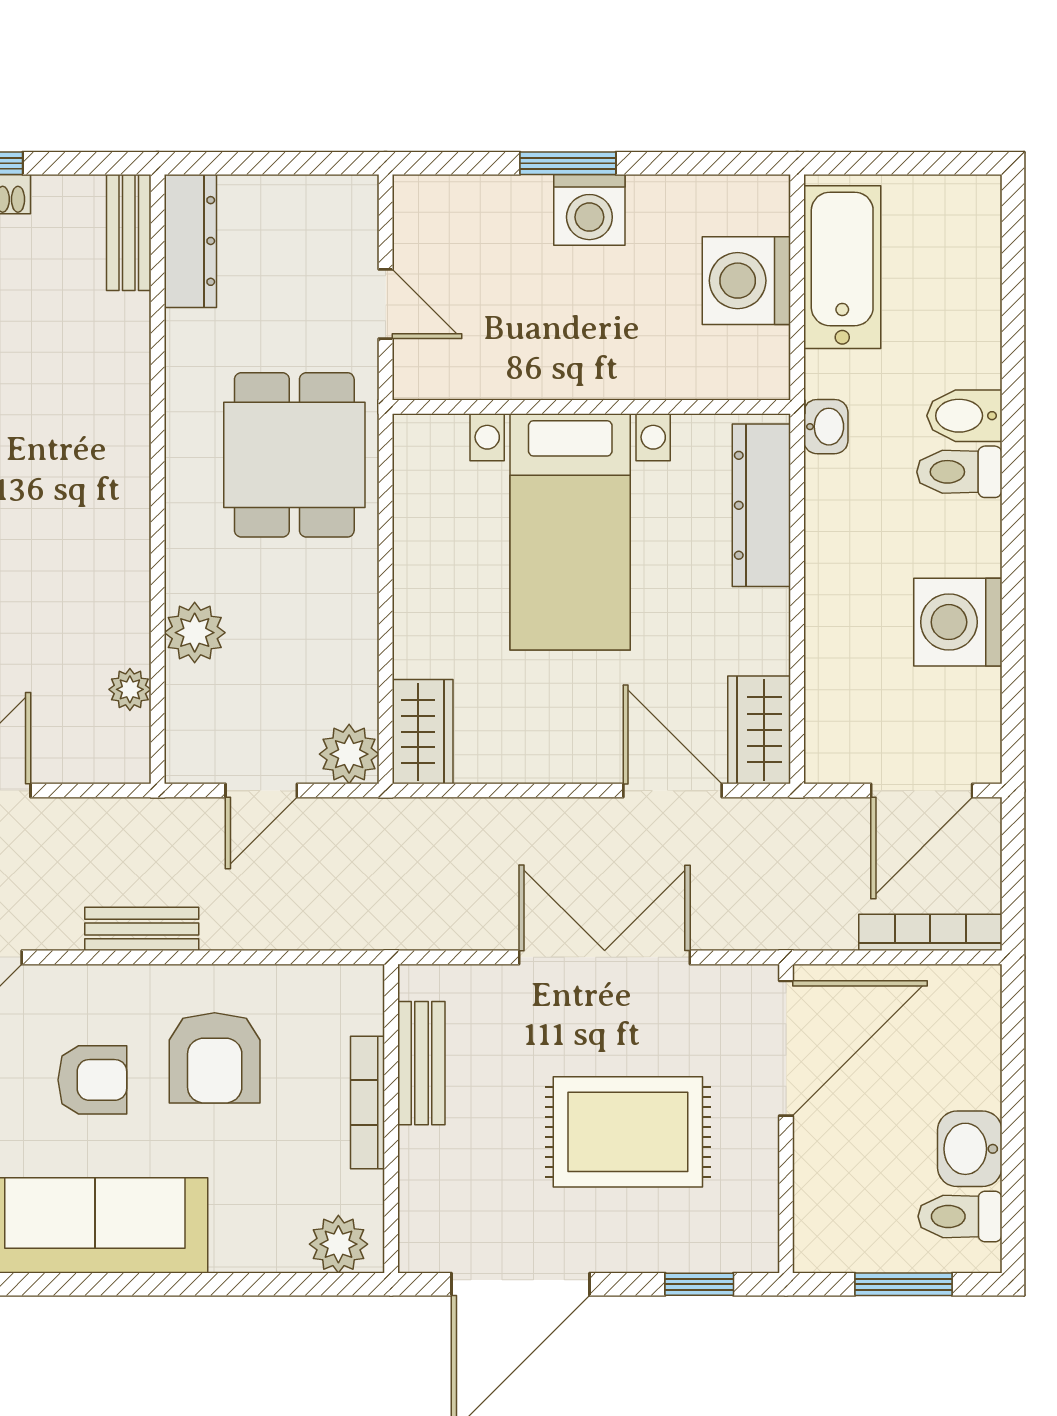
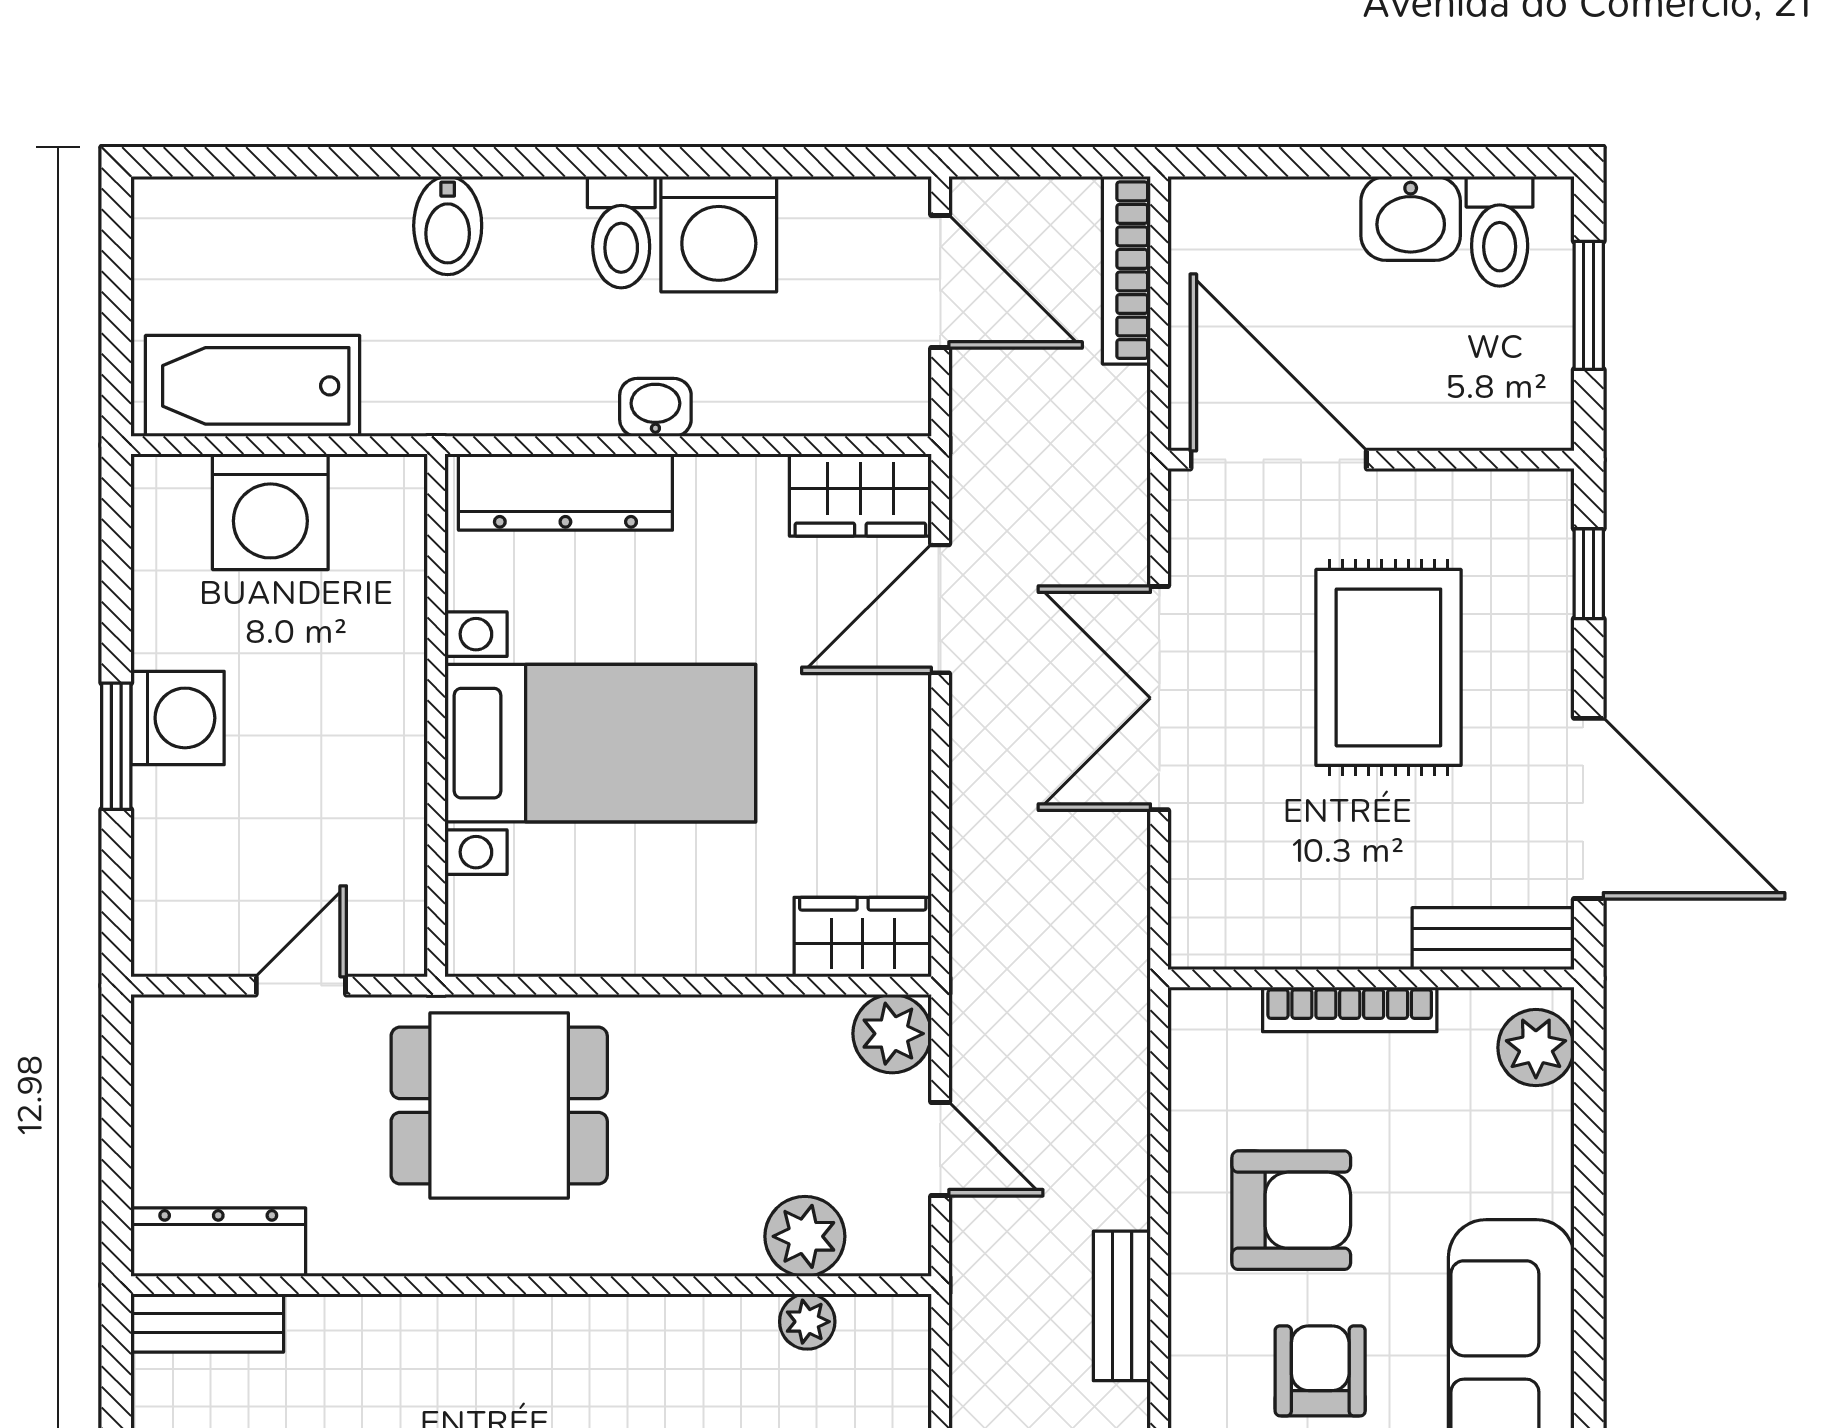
washbasin: (826, 427) -> (655, 407), moved
toilet: (959, 472) -> (621, 232), moved
plant: (195, 633) -> (805, 1236), moved
bench: (421, 1063) -> (1493, 939), moved

